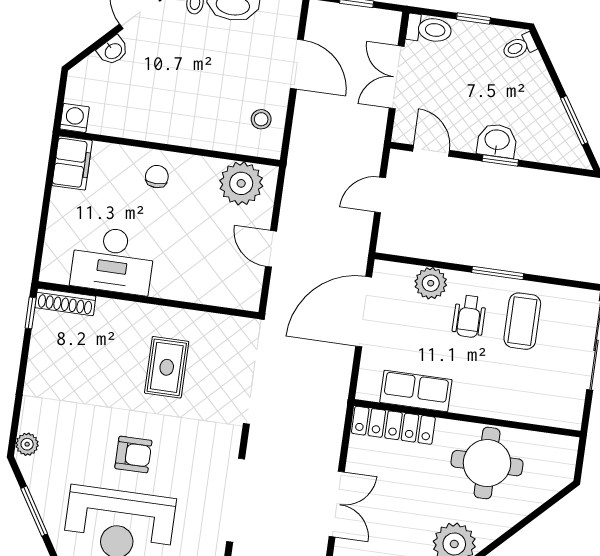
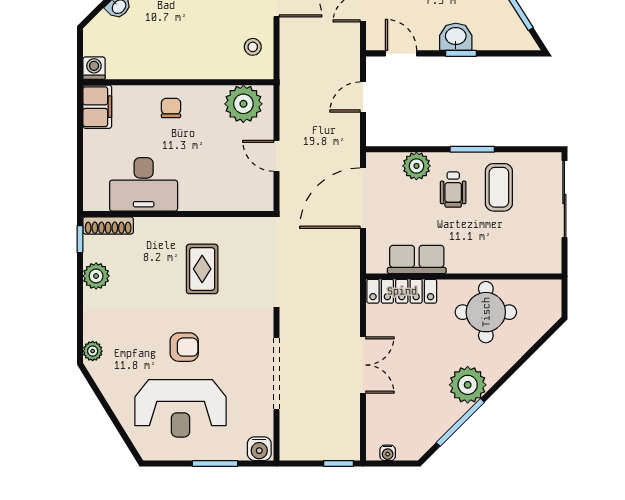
plant: (43, 358) -> (96, 276), added
window: (34, 511) -> (107, 407), removed

